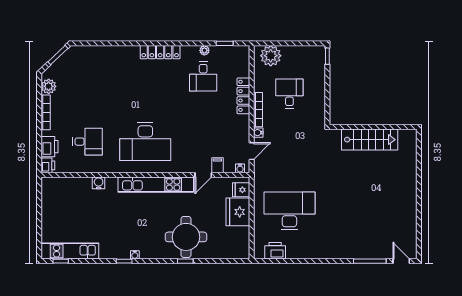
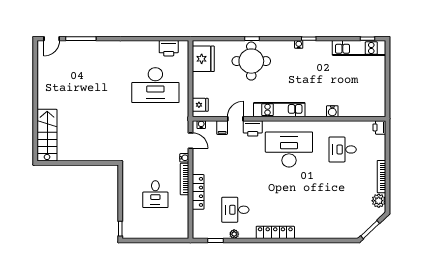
plant: (271, 56) -> (173, 229), removed
desk: (203, 77) -> (235, 210), turned -90
stairs: (370, 140) -> (47, 135), moved, turned 90
printer: (50, 147) -> (253, 128), moved, turned -90
door: (252, 151) -> (190, 141), swing flipped
kitchen unit: (156, 185) -> (279, 110), width x0.73
fridge: (238, 212) -> (203, 59), moved
door: (401, 261) -> (52, 39), hinge flipped

